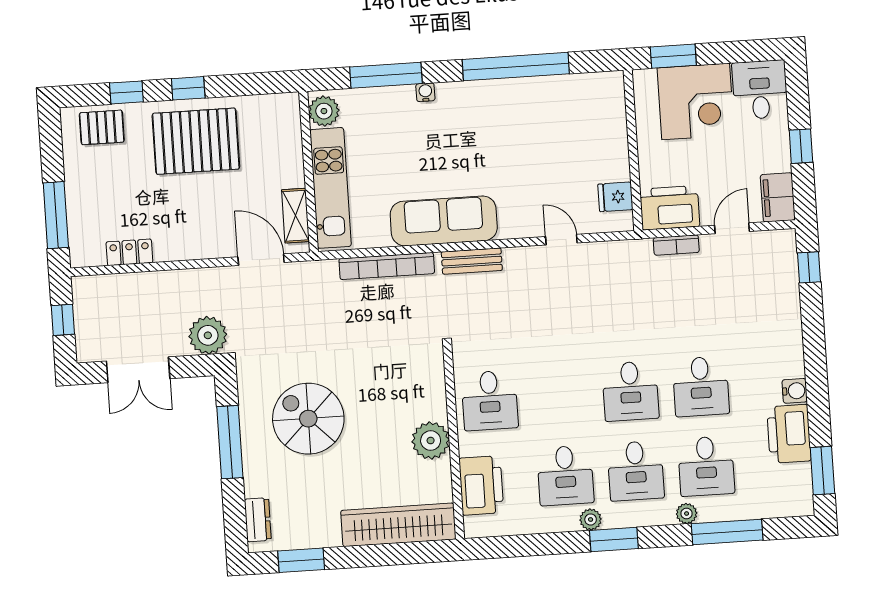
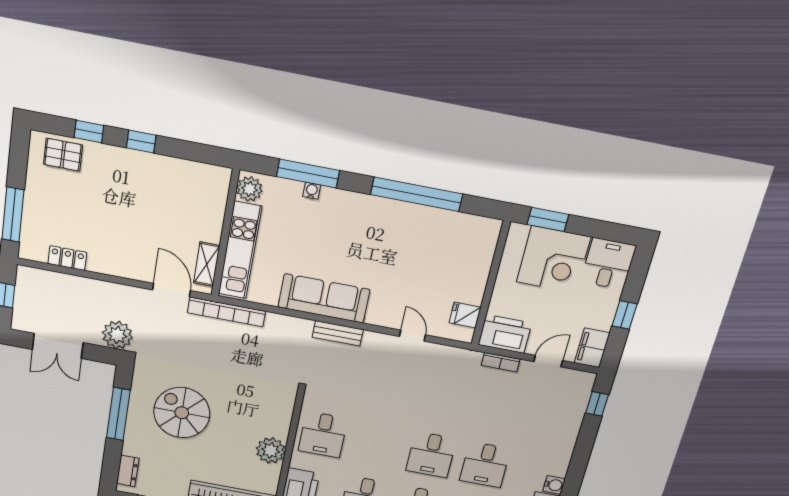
water cooler: (425, 92) -> (312, 191), moved
pallet: (196, 141) -> (139, 186), removed
bookcase: (387, 266) -> (226, 312), moved

